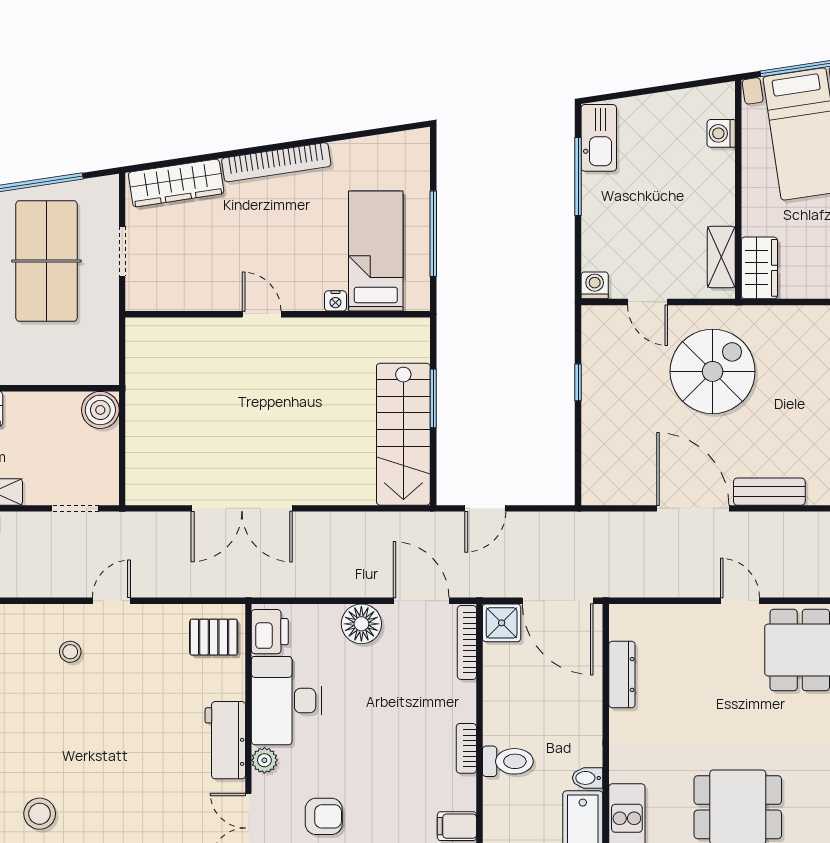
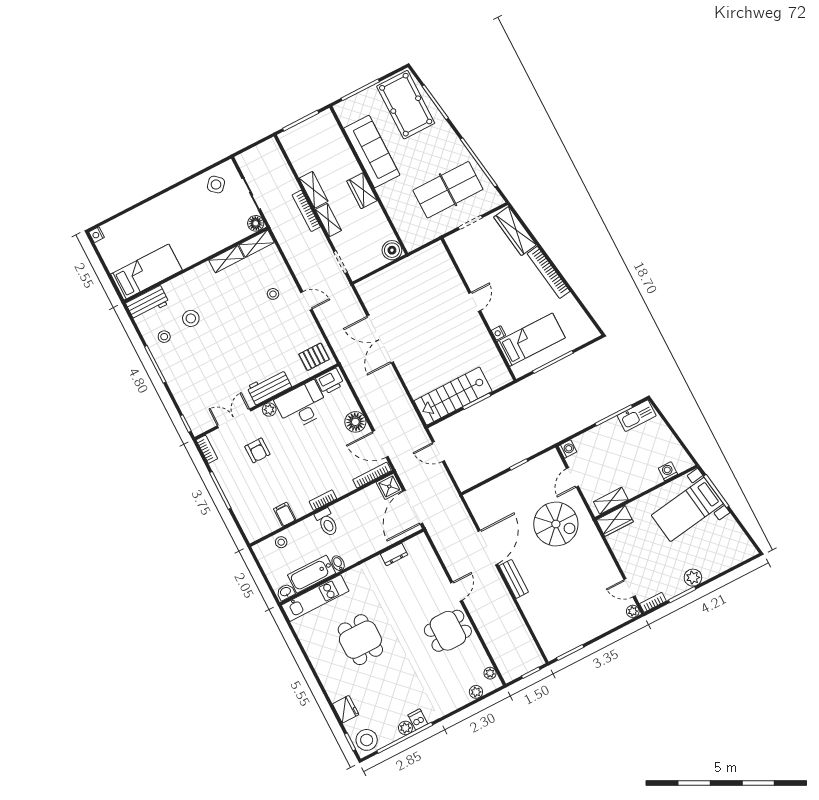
door: (421, 601) -> (380, 444), swing flipped
pallet: (214, 637) -> (314, 357), turned 90
dresser: (622, 675) -> (394, 554), width x0.70

